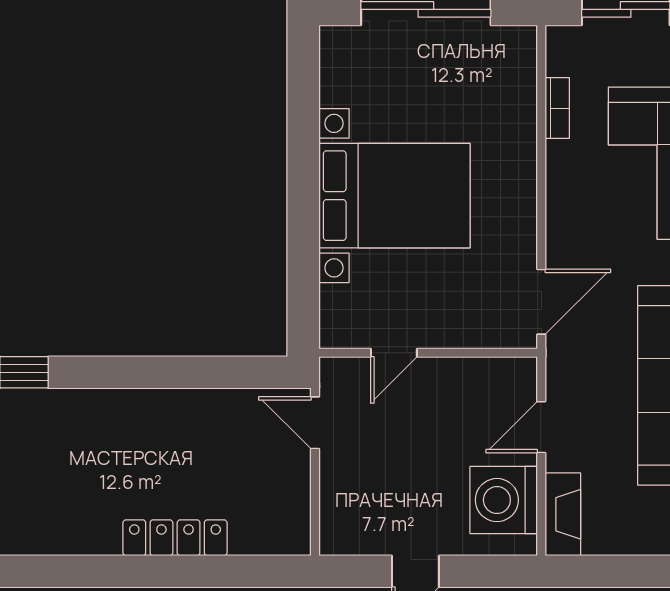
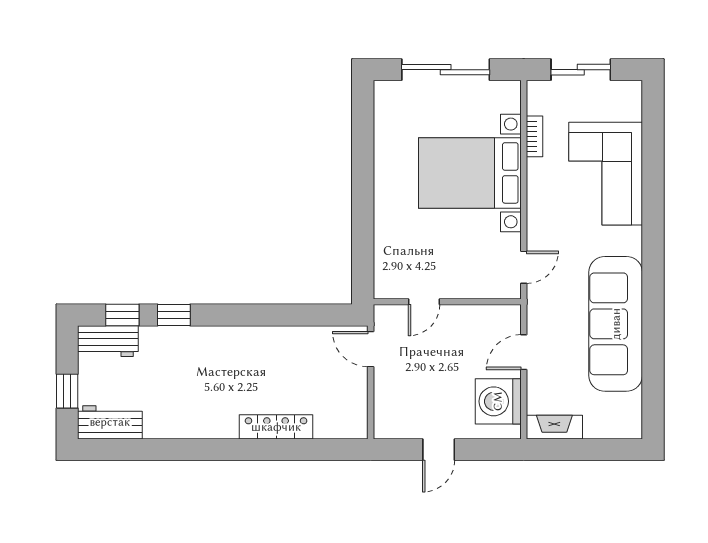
bed with nightstands: (395, 196) -> (470, 173), moved, turned 180
door: (541, 302) -> (524, 267), width x0.73
fireplace: (563, 514) -> (554, 427), moved, turned -90

